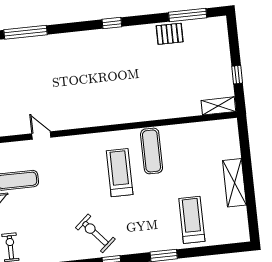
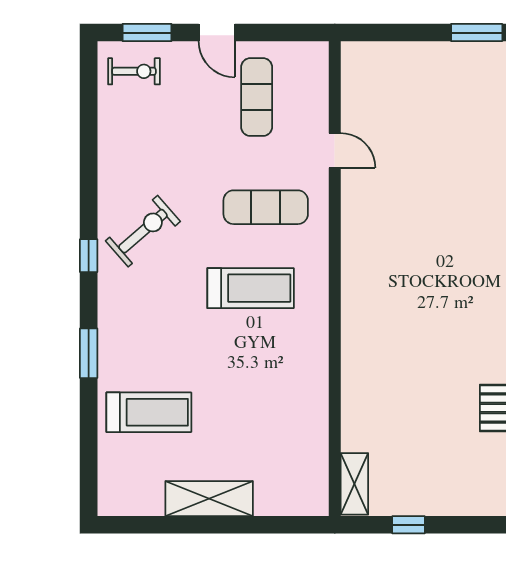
door: (41, 135) -> (335, 151), hinge flipped
exercise mat: (152, 151) -> (266, 207), moved

